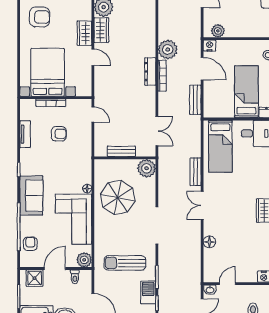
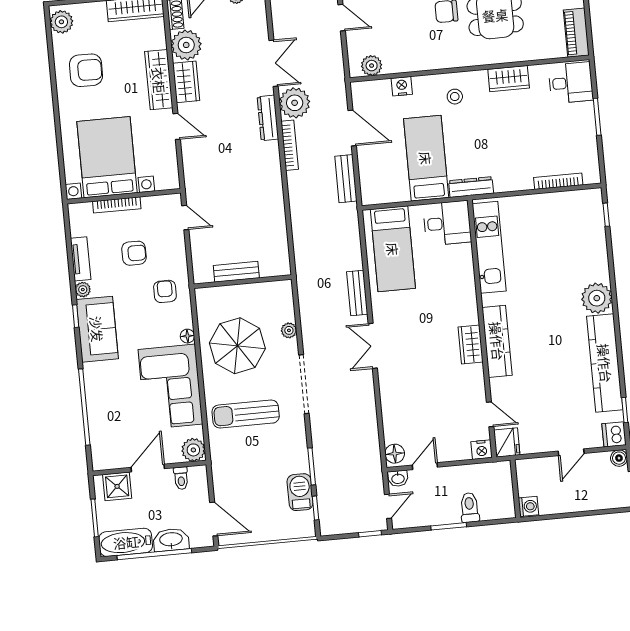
wardrobe: (84, 33) -> (159, 80), width x1.50
nightstand: (210, 46) -> (402, 86), moved
dresser: (150, 72) -> (268, 118), moved
double door: (157, 131) -> (273, 63), moved
plant: (25, 153) -> (83, 290), added
plant: (147, 168) -> (289, 330), moved, width x0.53, depth x0.53
sofa: (31, 196) -> (97, 329), moved
floor lamp: (209, 242) -> (395, 454), moved
armchair: (30, 244) -> (165, 291), moved
sun lounger: (125, 263) -> (246, 414), moved

